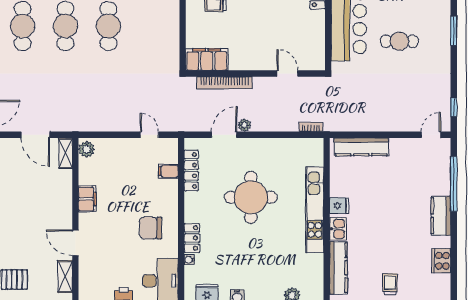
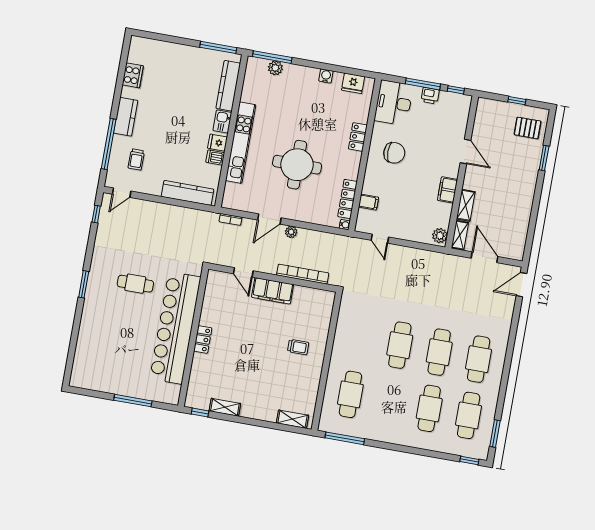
filing cabinet: (207, 59) -> (273, 291), moved
door: (224, 135) -> (269, 219), moved
dishwasher: (339, 190) -> (215, 157), added
water cooler: (189, 260) -> (345, 225), moved
shelving: (65, 276) -> (466, 205), moved
trolley: (390, 284) -> (136, 159), moved

